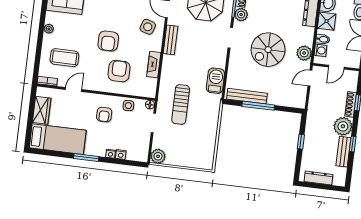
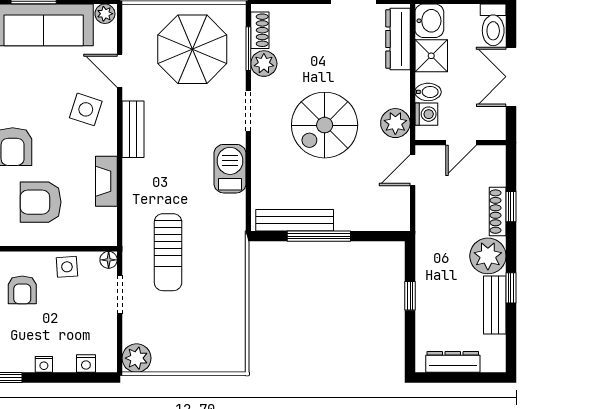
armchair: (119, 71) -> (41, 202), turned -90
barbecue: (215, 81) -> (230, 169), moved
nightstand: (121, 155) -> (86, 364), moved

